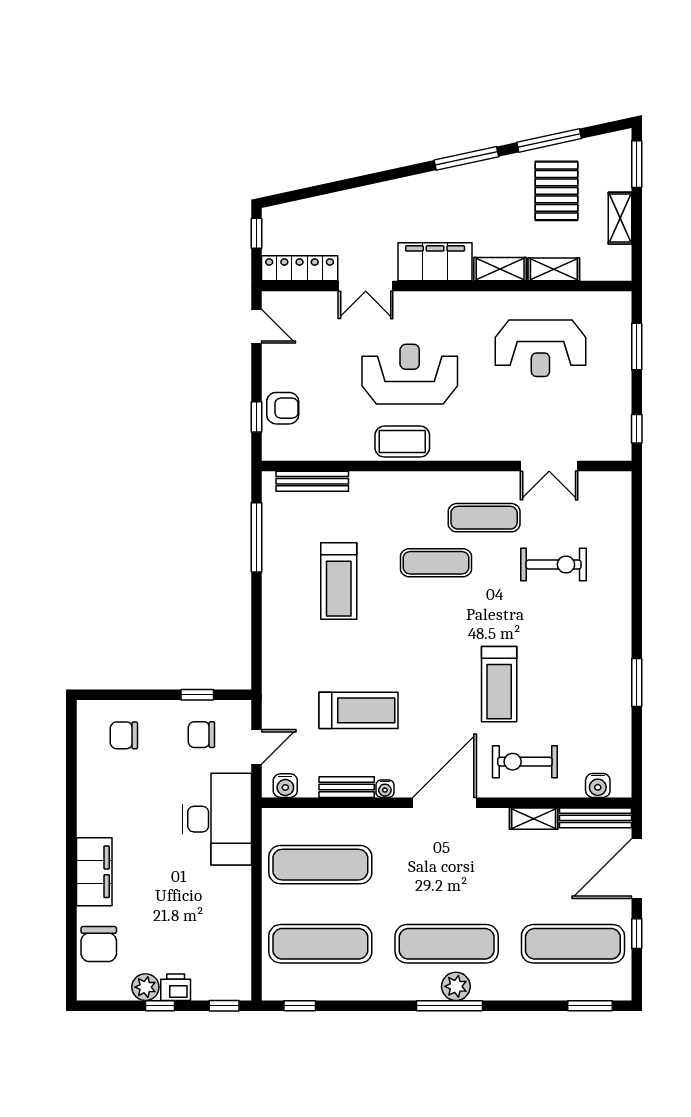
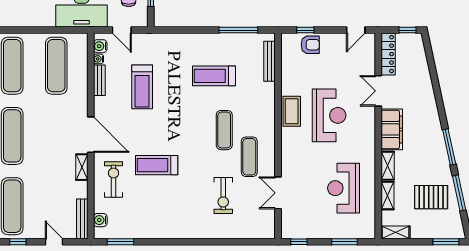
shelving: (620, 218) -> (395, 232), moved
armchair: (283, 408) -> (310, 45), turned -90
window: (637, 683) -> (121, 242), moved
water cooler: (385, 789) -> (98, 59), moved
shelving: (534, 819) -> (82, 167), moved
door: (637, 868) -> (54, 242), width x0.53

